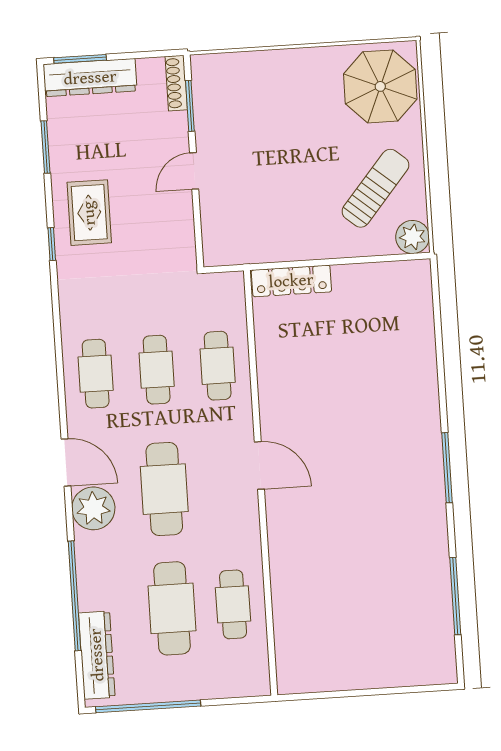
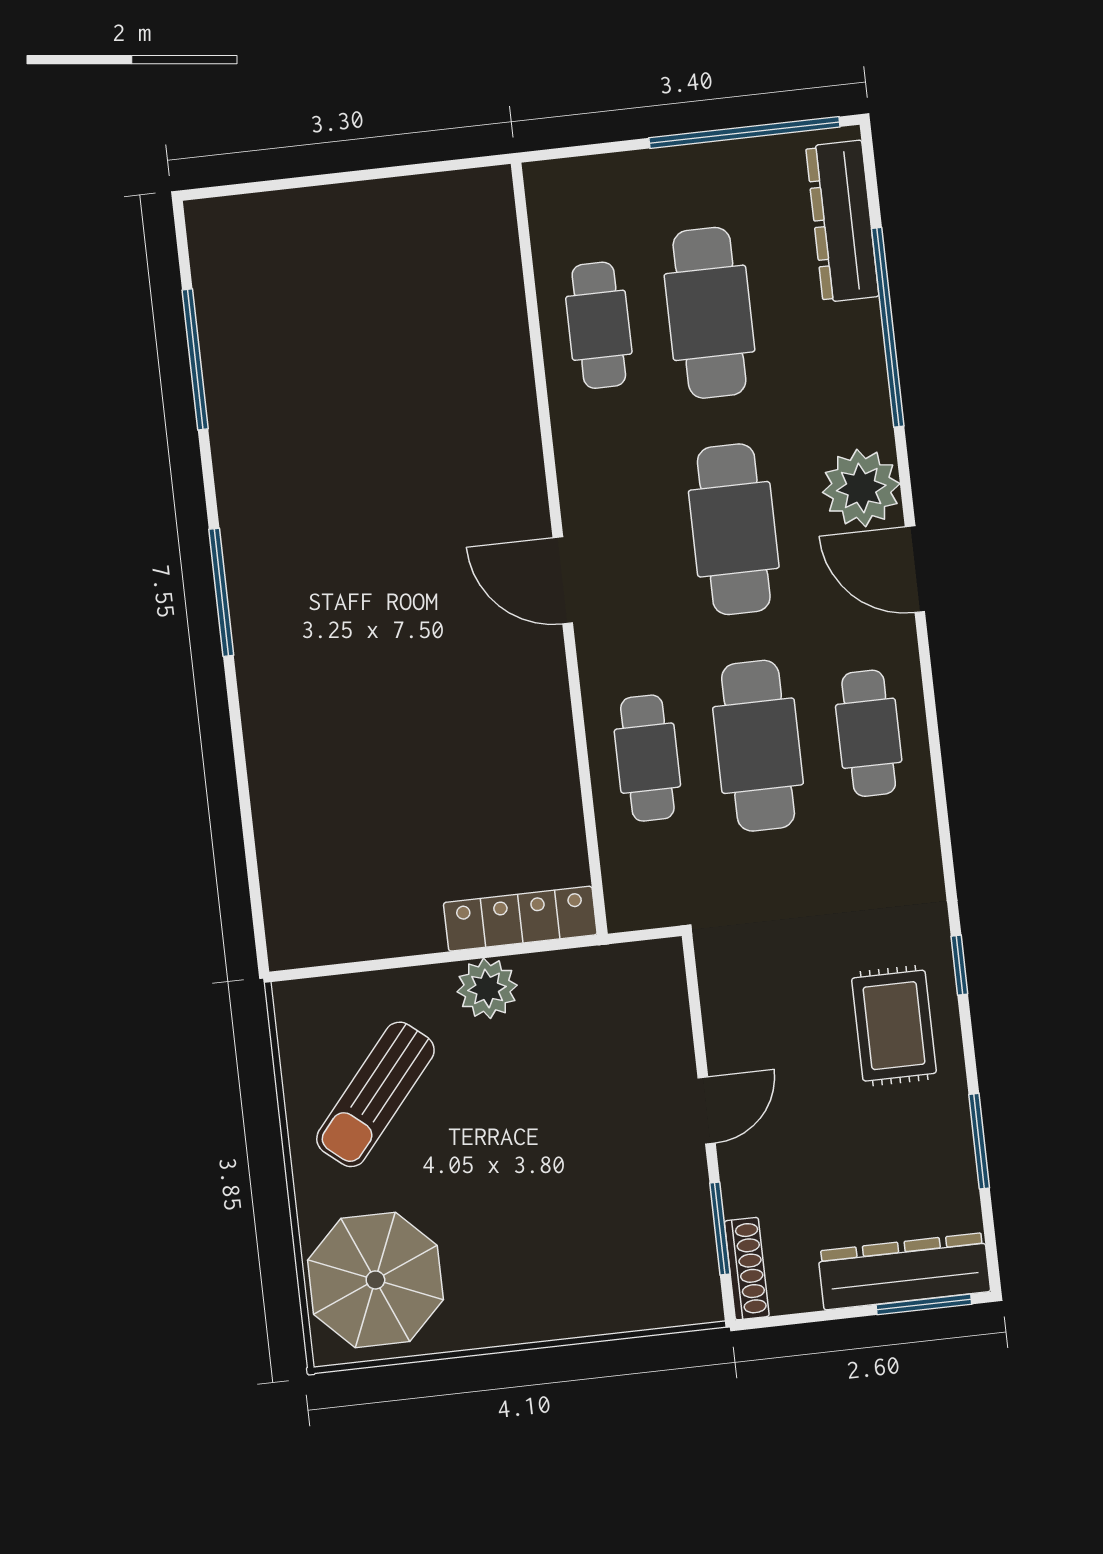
plant: (412, 237) -> (487, 988), moved
cafe table: (157, 370) -> (758, 746), width x1.37, depth x1.35

